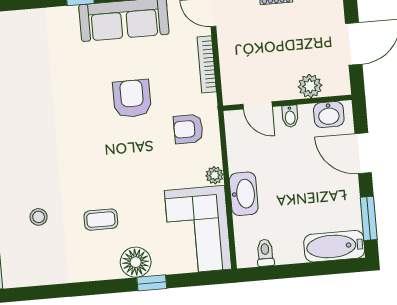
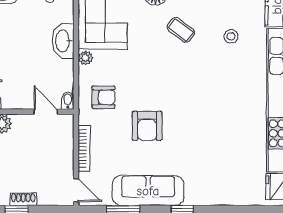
bidet: (290, 116) -> (68, 101), moved
coffee table: (101, 220) -> (181, 30), turned 37

